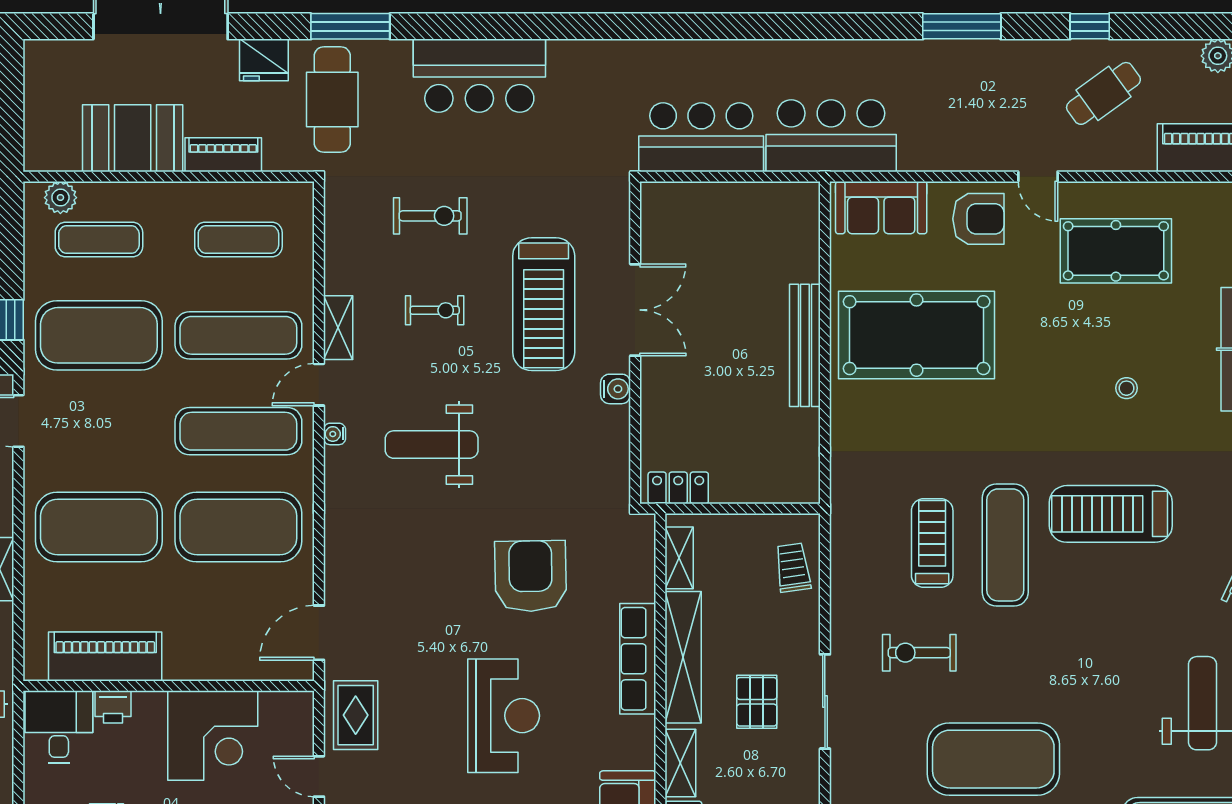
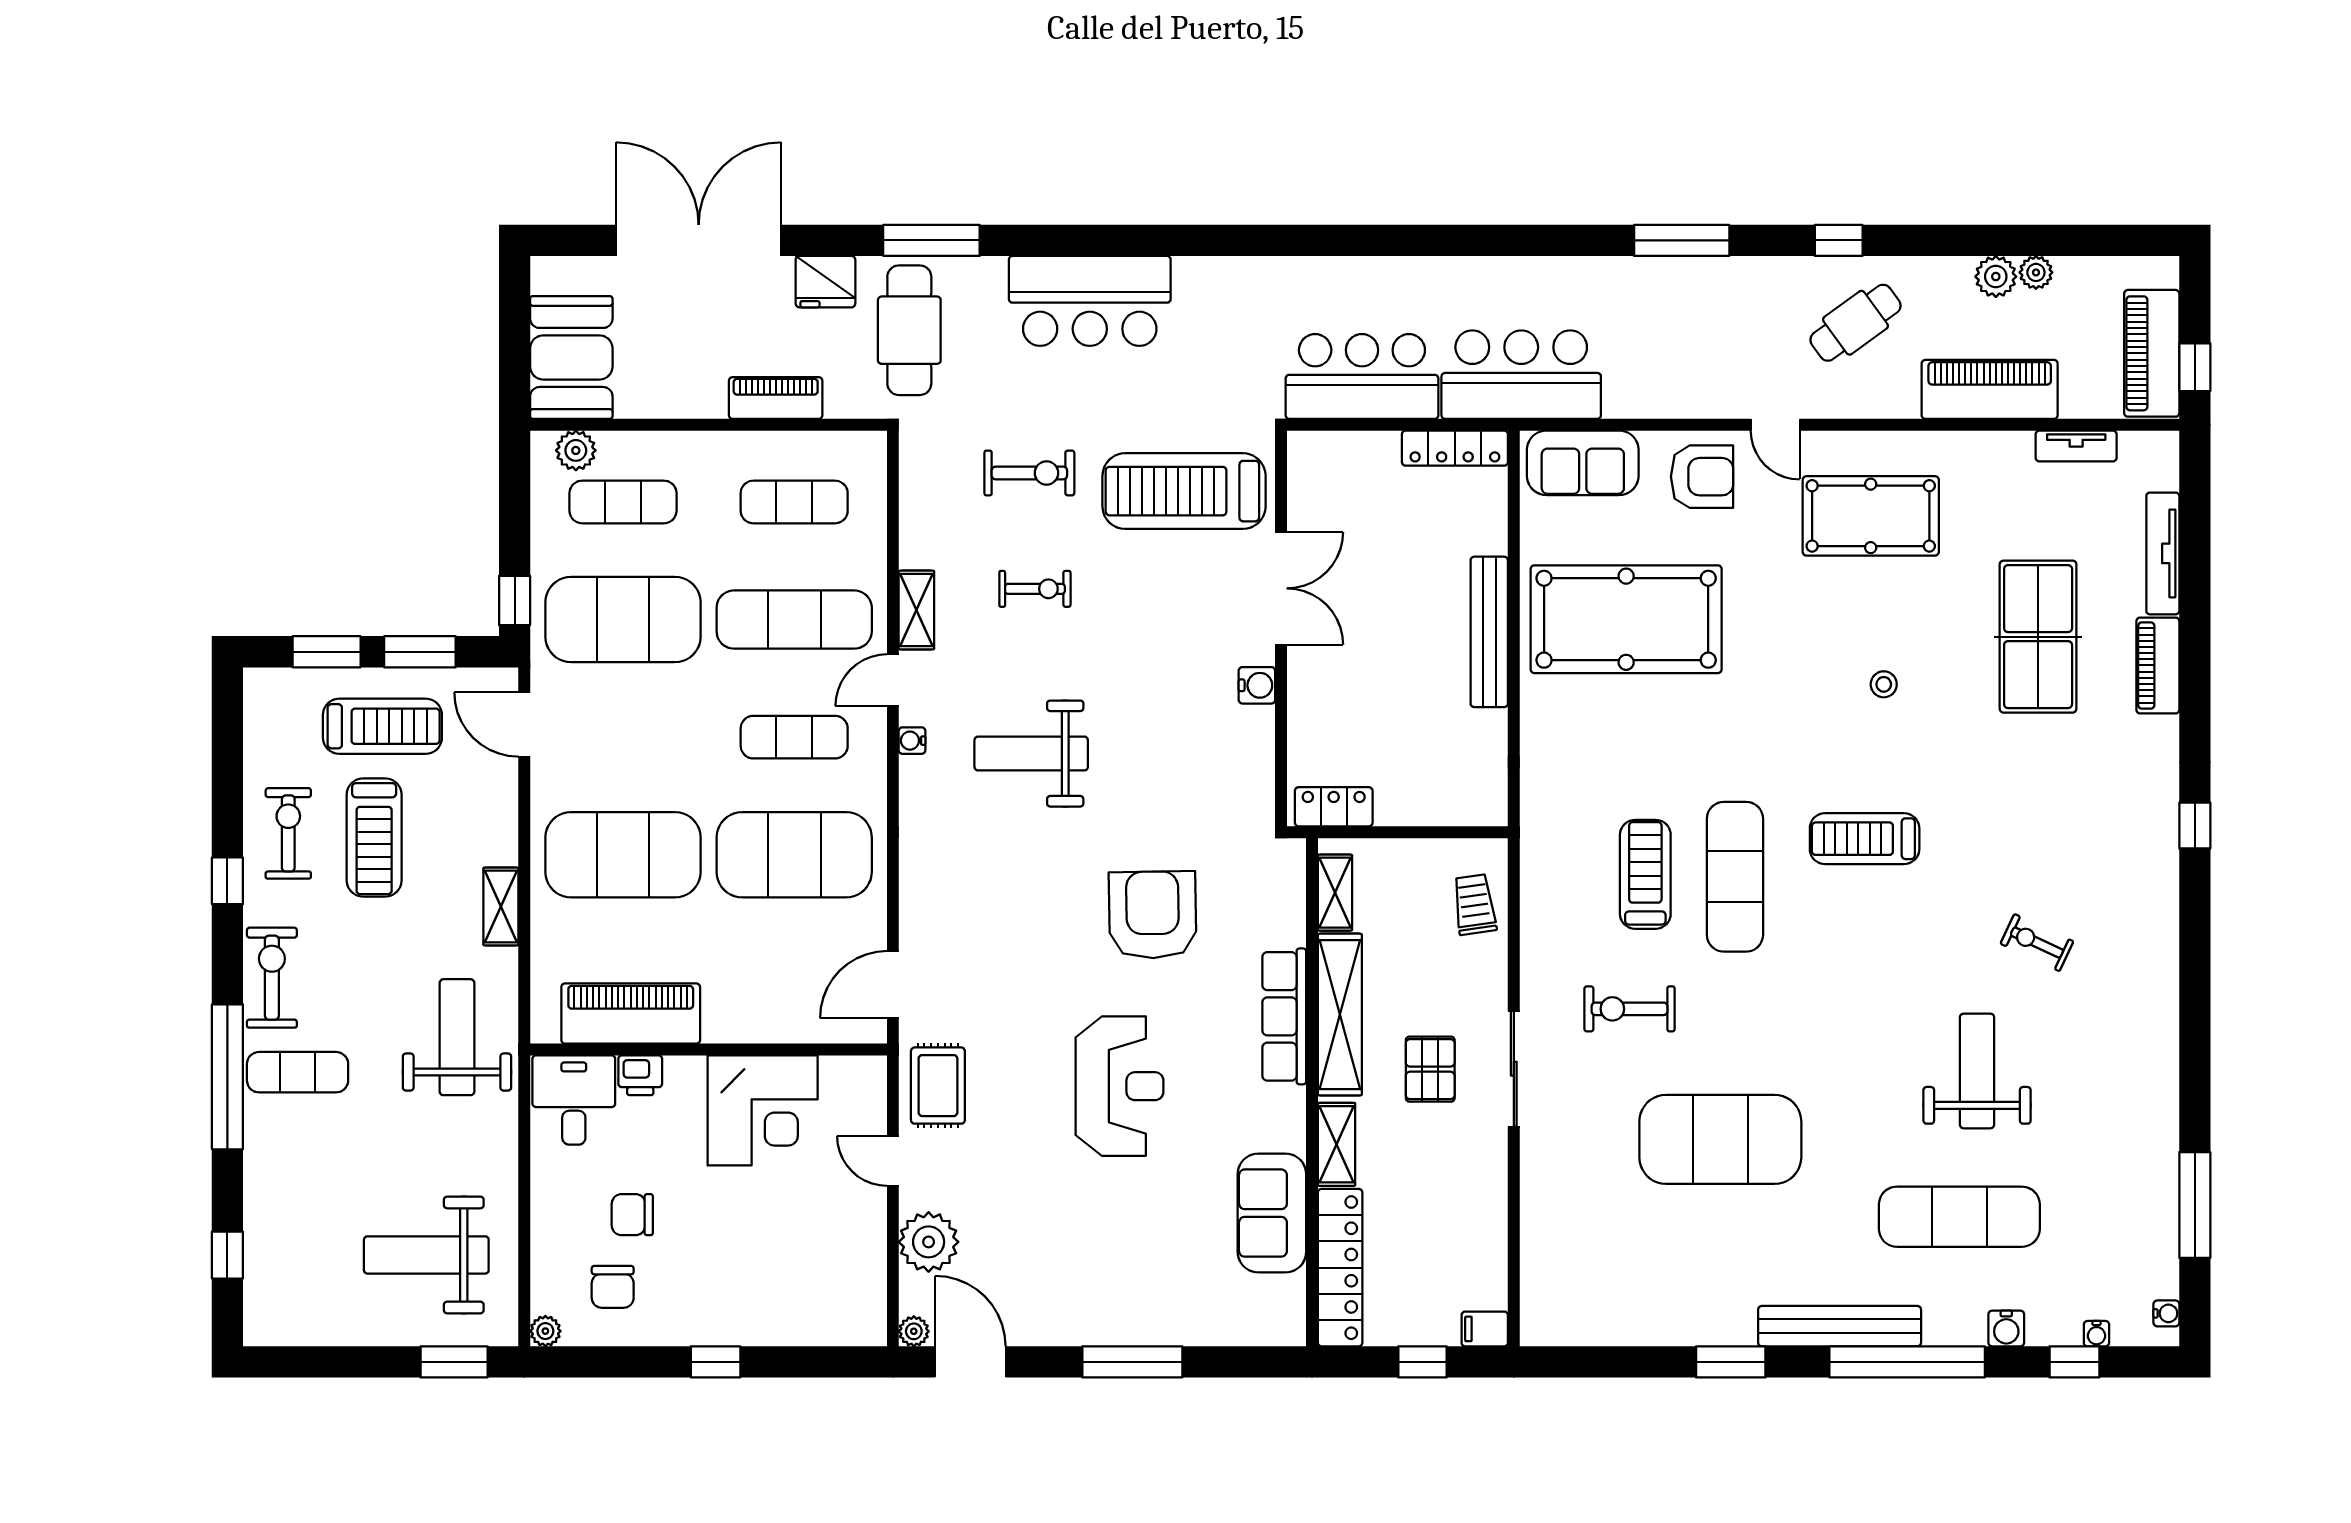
booth: (133, 138) -> (571, 357), moved, turned 90
locker: (777, 196) -> (1455, 448), added
treadmill: (544, 304) -> (1184, 491), moved, turned 90
exercise mat: (238, 431) -> (794, 737), width x0.73, depth x0.69
treadmill: (1111, 514) -> (1865, 839), width x0.73, depth x0.73

